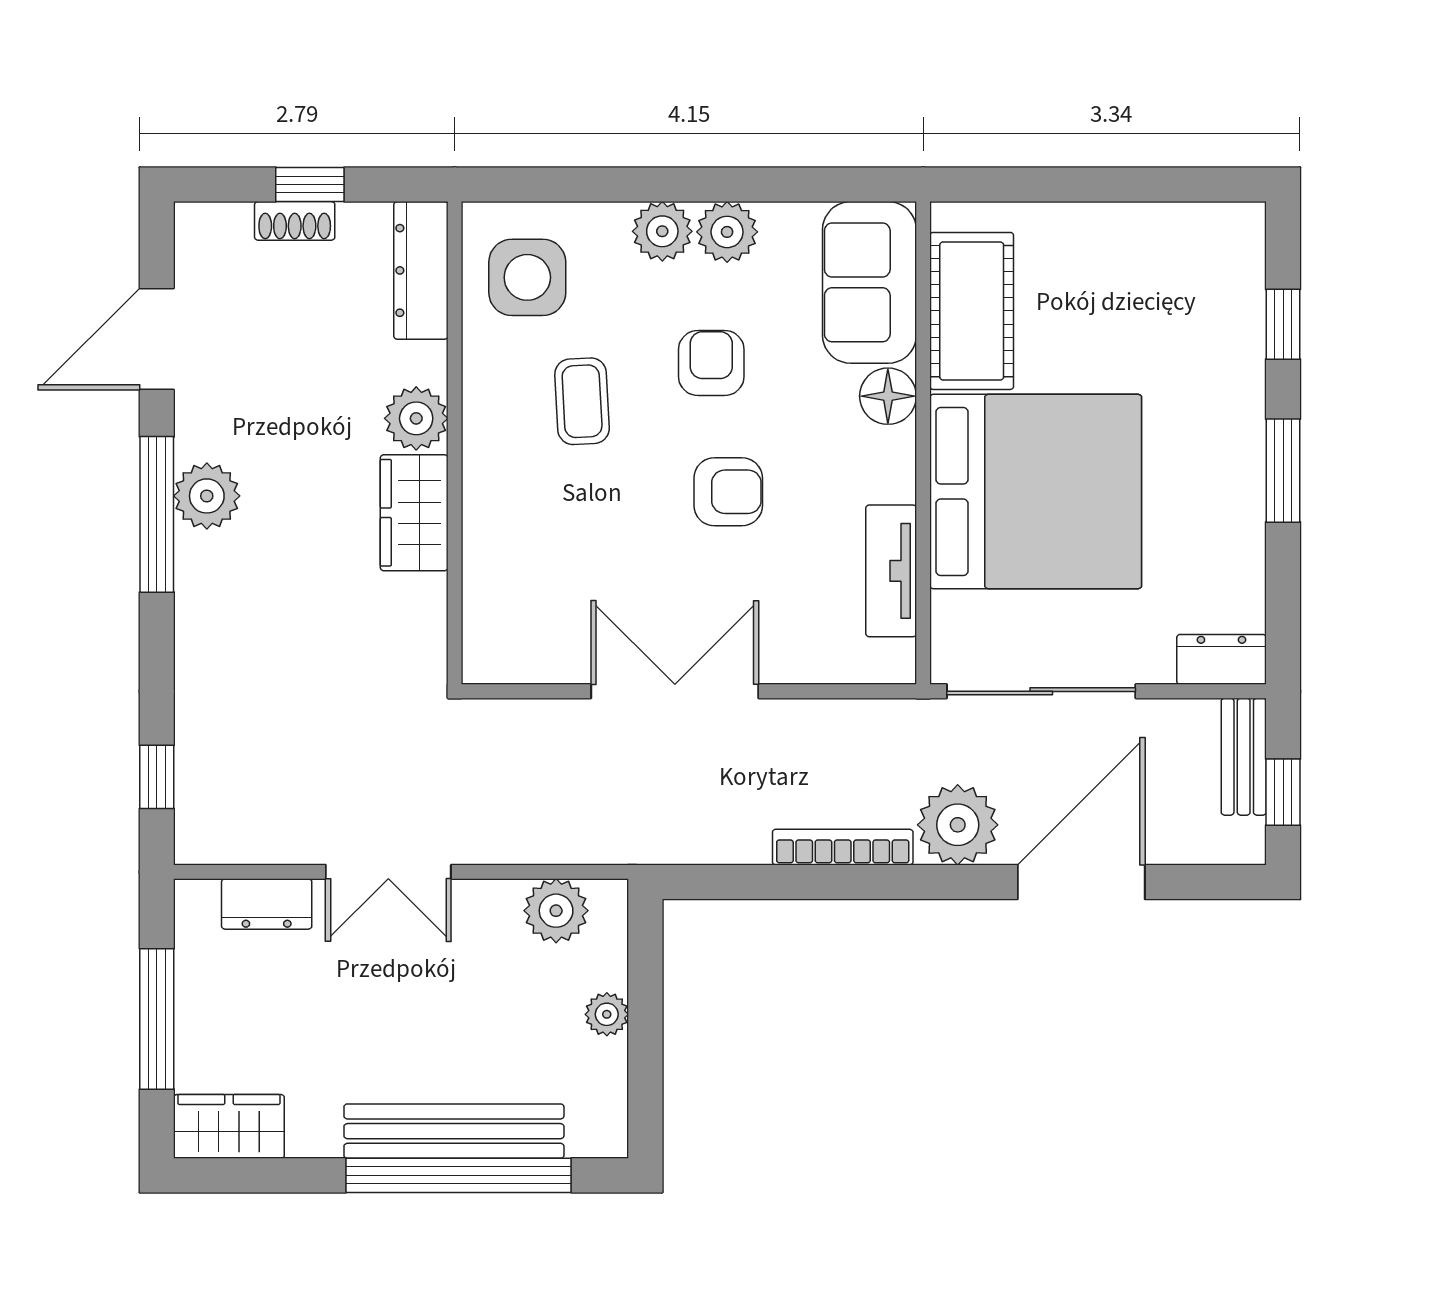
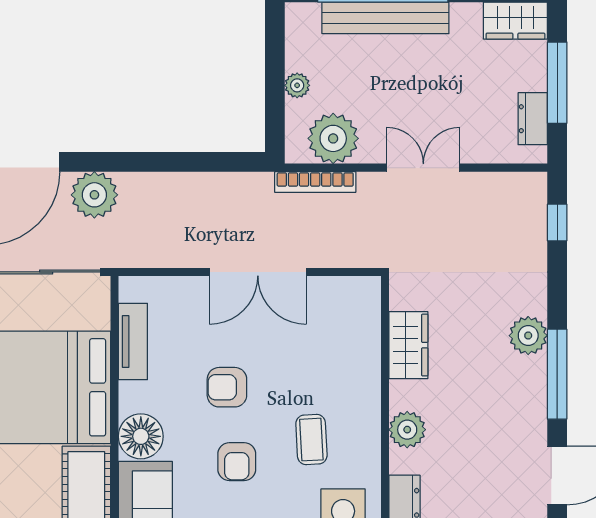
floor lamp: (888, 396) -> (141, 436), width x1.38, depth x1.38
plant: (207, 496) -> (528, 336), moved
wardrobe: (414, 513) -> (408, 345), moved
bookcase: (843, 847) -> (315, 182), moved
dresser: (267, 904) -> (533, 119), moved, turned -90
plant: (556, 911) -> (333, 138), width x1.36, depth x1.36

